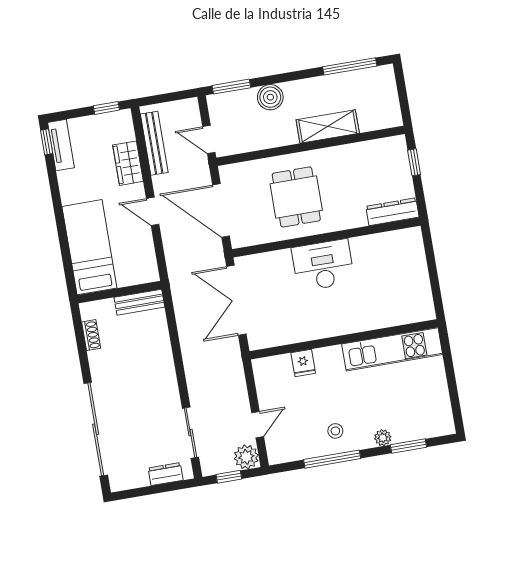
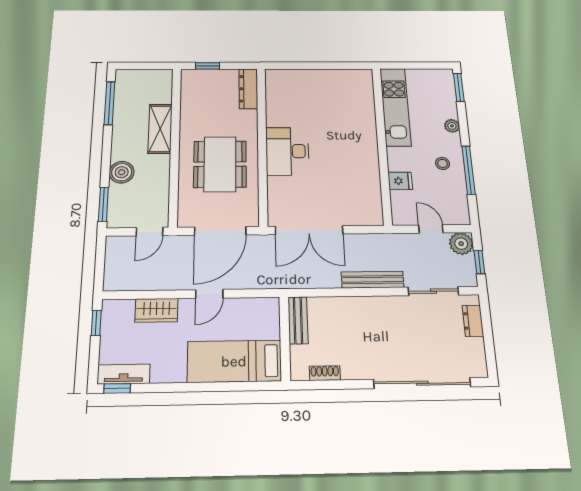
bench: (154, 143) -> (373, 280), moved
dining table: (296, 197) -> (220, 164), width x1.37
wall: (344, 339) -> (382, 144), moved
kitchen unit: (392, 349) -> (395, 107), moved
fridge: (303, 363) -> (400, 181), moved
window: (408, 446) -> (459, 87), moved

